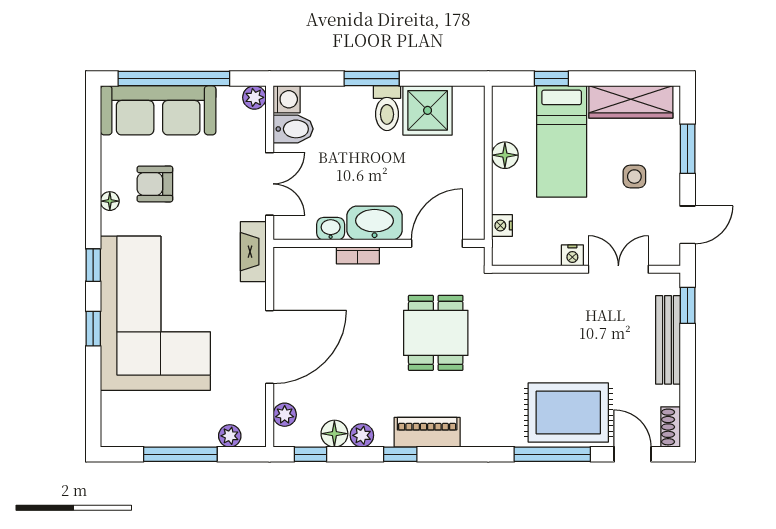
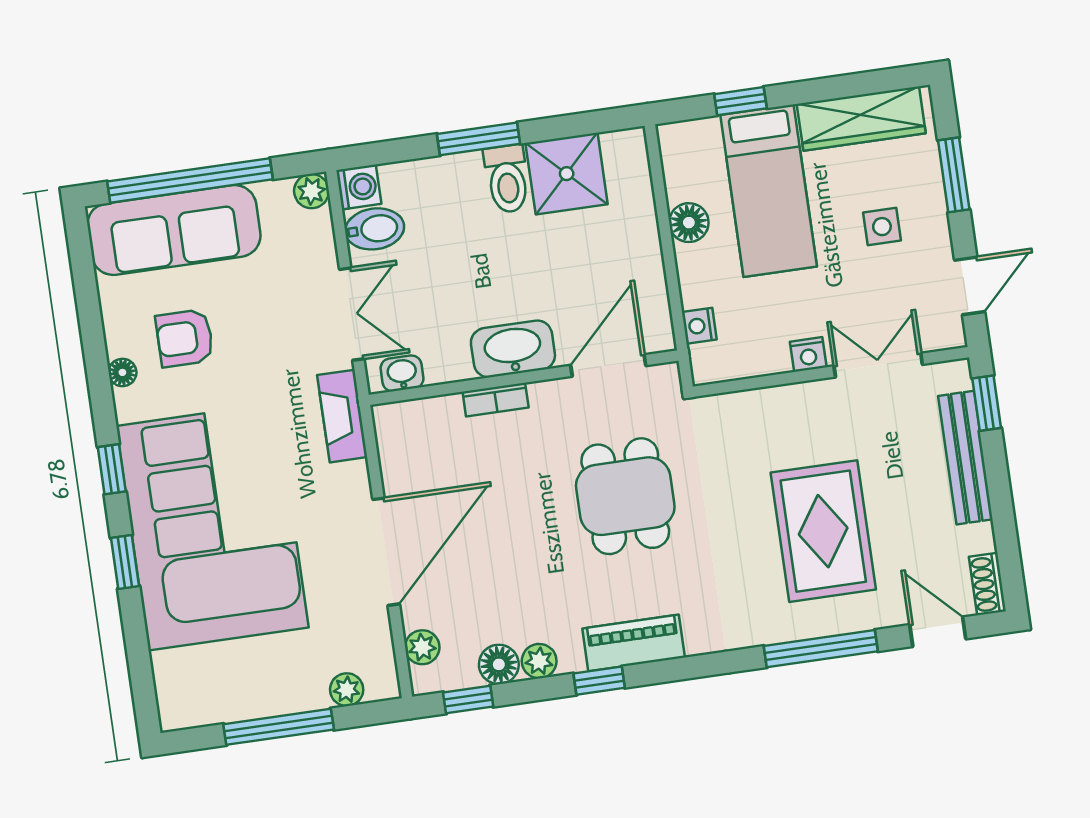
washbasin: (331, 229) -> (402, 373), moved
rug: (568, 413) -> (823, 531), moved, turned 90

